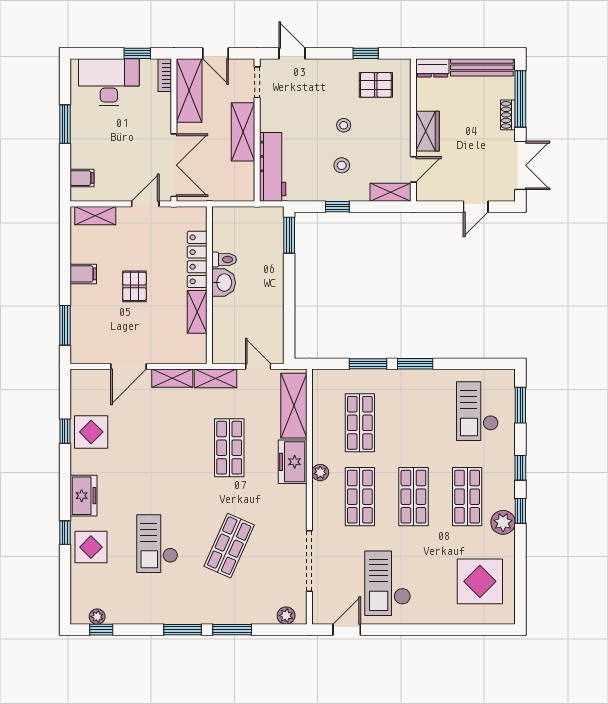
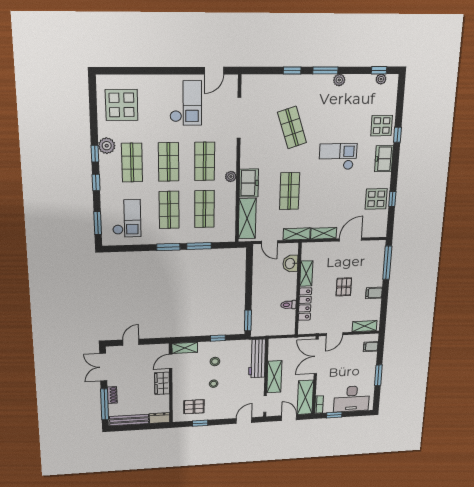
door: (292, 53) -> (244, 421), swing flipped
washbasin: (224, 283) -> (290, 264), moved
window: (65, 325) -> (387, 263), width x1.44
shop shelf: (413, 423) -> (169, 210), added
checkout: (157, 544) -> (338, 157), moved, turned -90
shop shelf: (229, 546) -> (292, 128), turned -42
plant: (286, 616) -> (339, 80), moved
window: (232, 630) -> (292, 70), width x0.67

